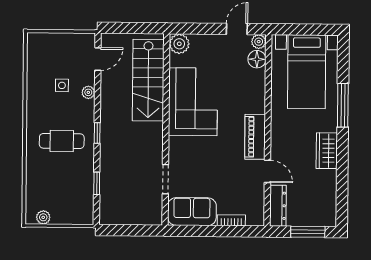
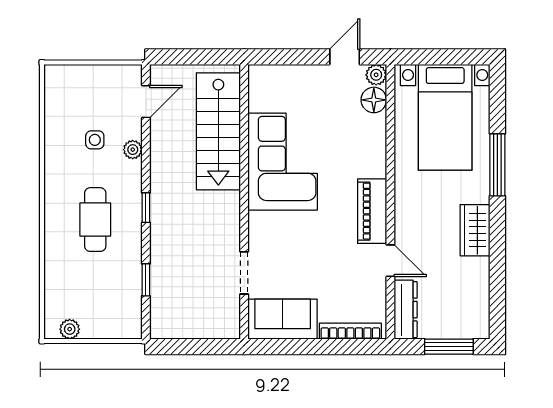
plant: (179, 44) -> (262, 79), removed
cafe table: (62, 141) -> (95, 220), turned 90
bookcase: (231, 220) -> (350, 331), width x1.56

